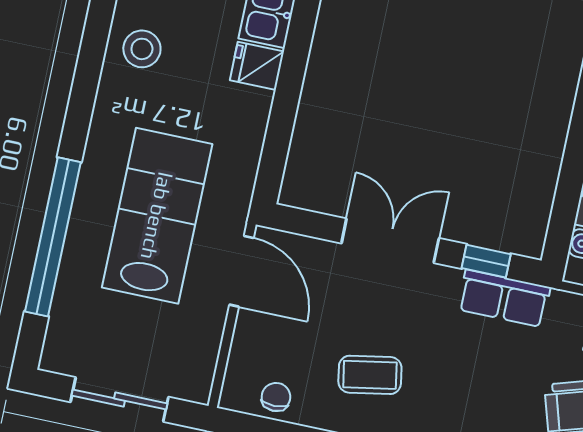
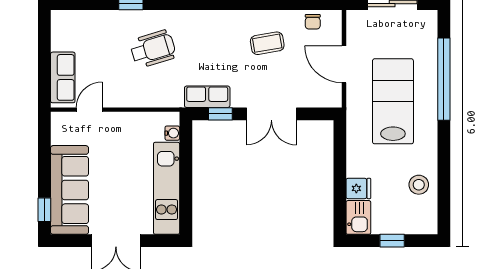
lab bench: (157, 216) -> (393, 101), turned 180
door: (241, 271) -> (344, 64), moved

